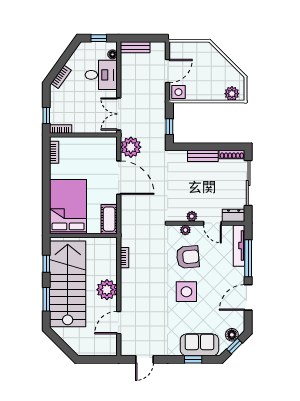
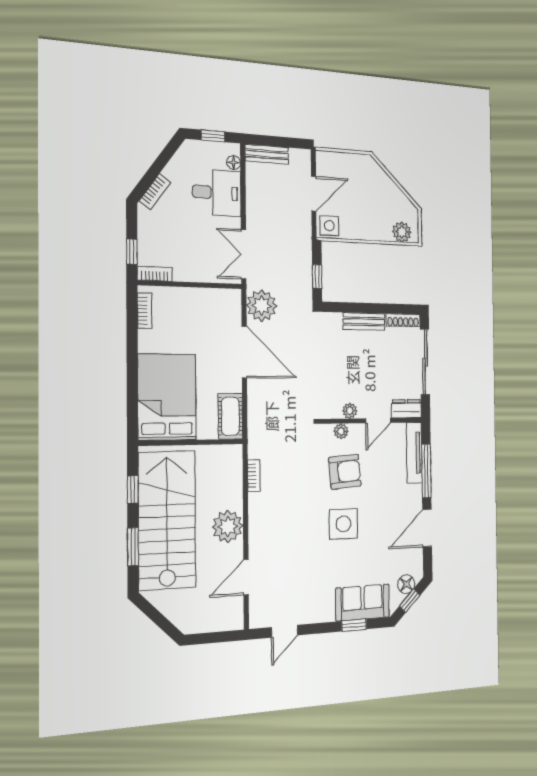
door: (212, 223) -> (378, 421), hinge flipped

